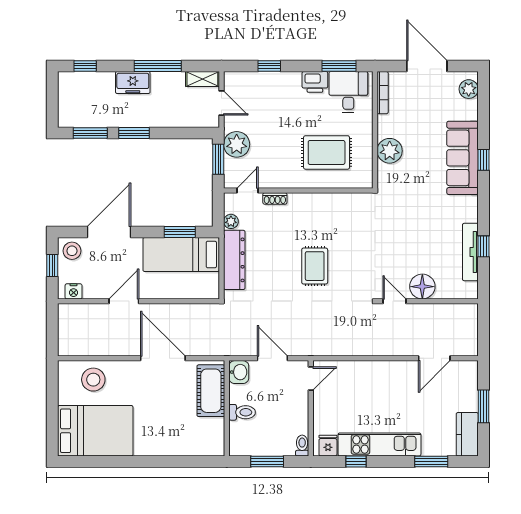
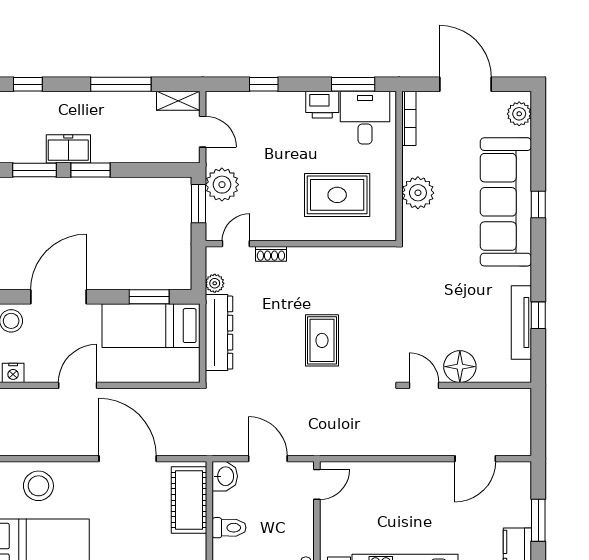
freezer: (133, 82) -> (68, 149), moved, turned 180
sofa: (462, 158) -> (506, 202), width x1.36, depth x1.27

